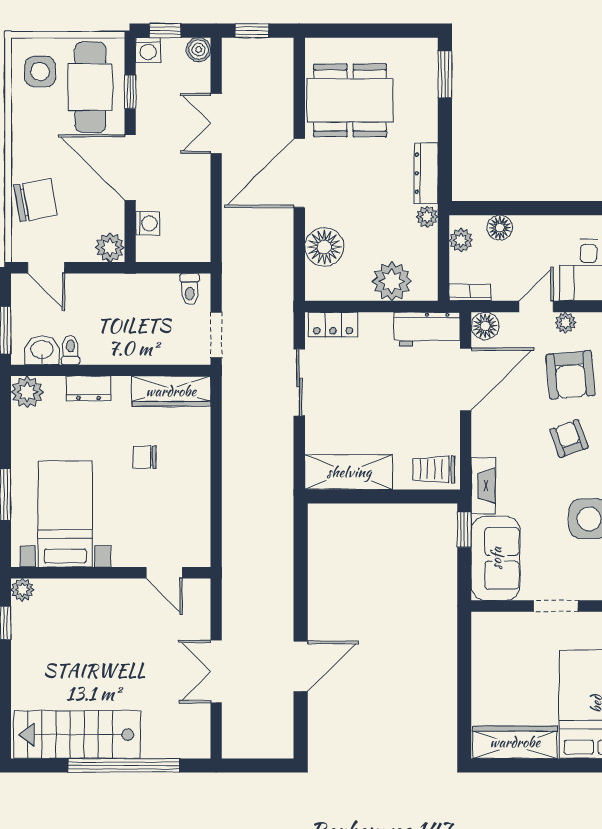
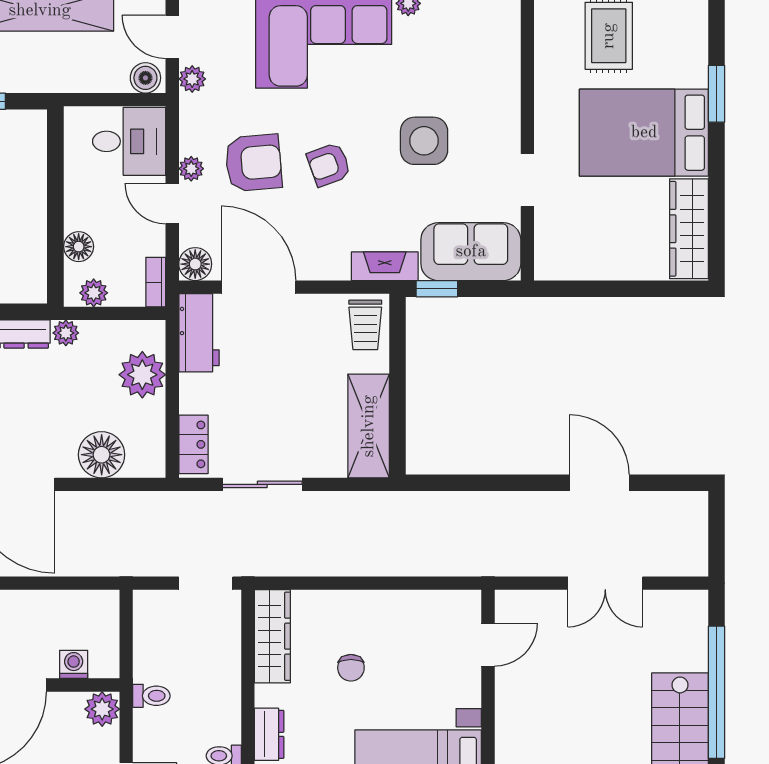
toilet: (190, 289) -> (151, 696), moved

